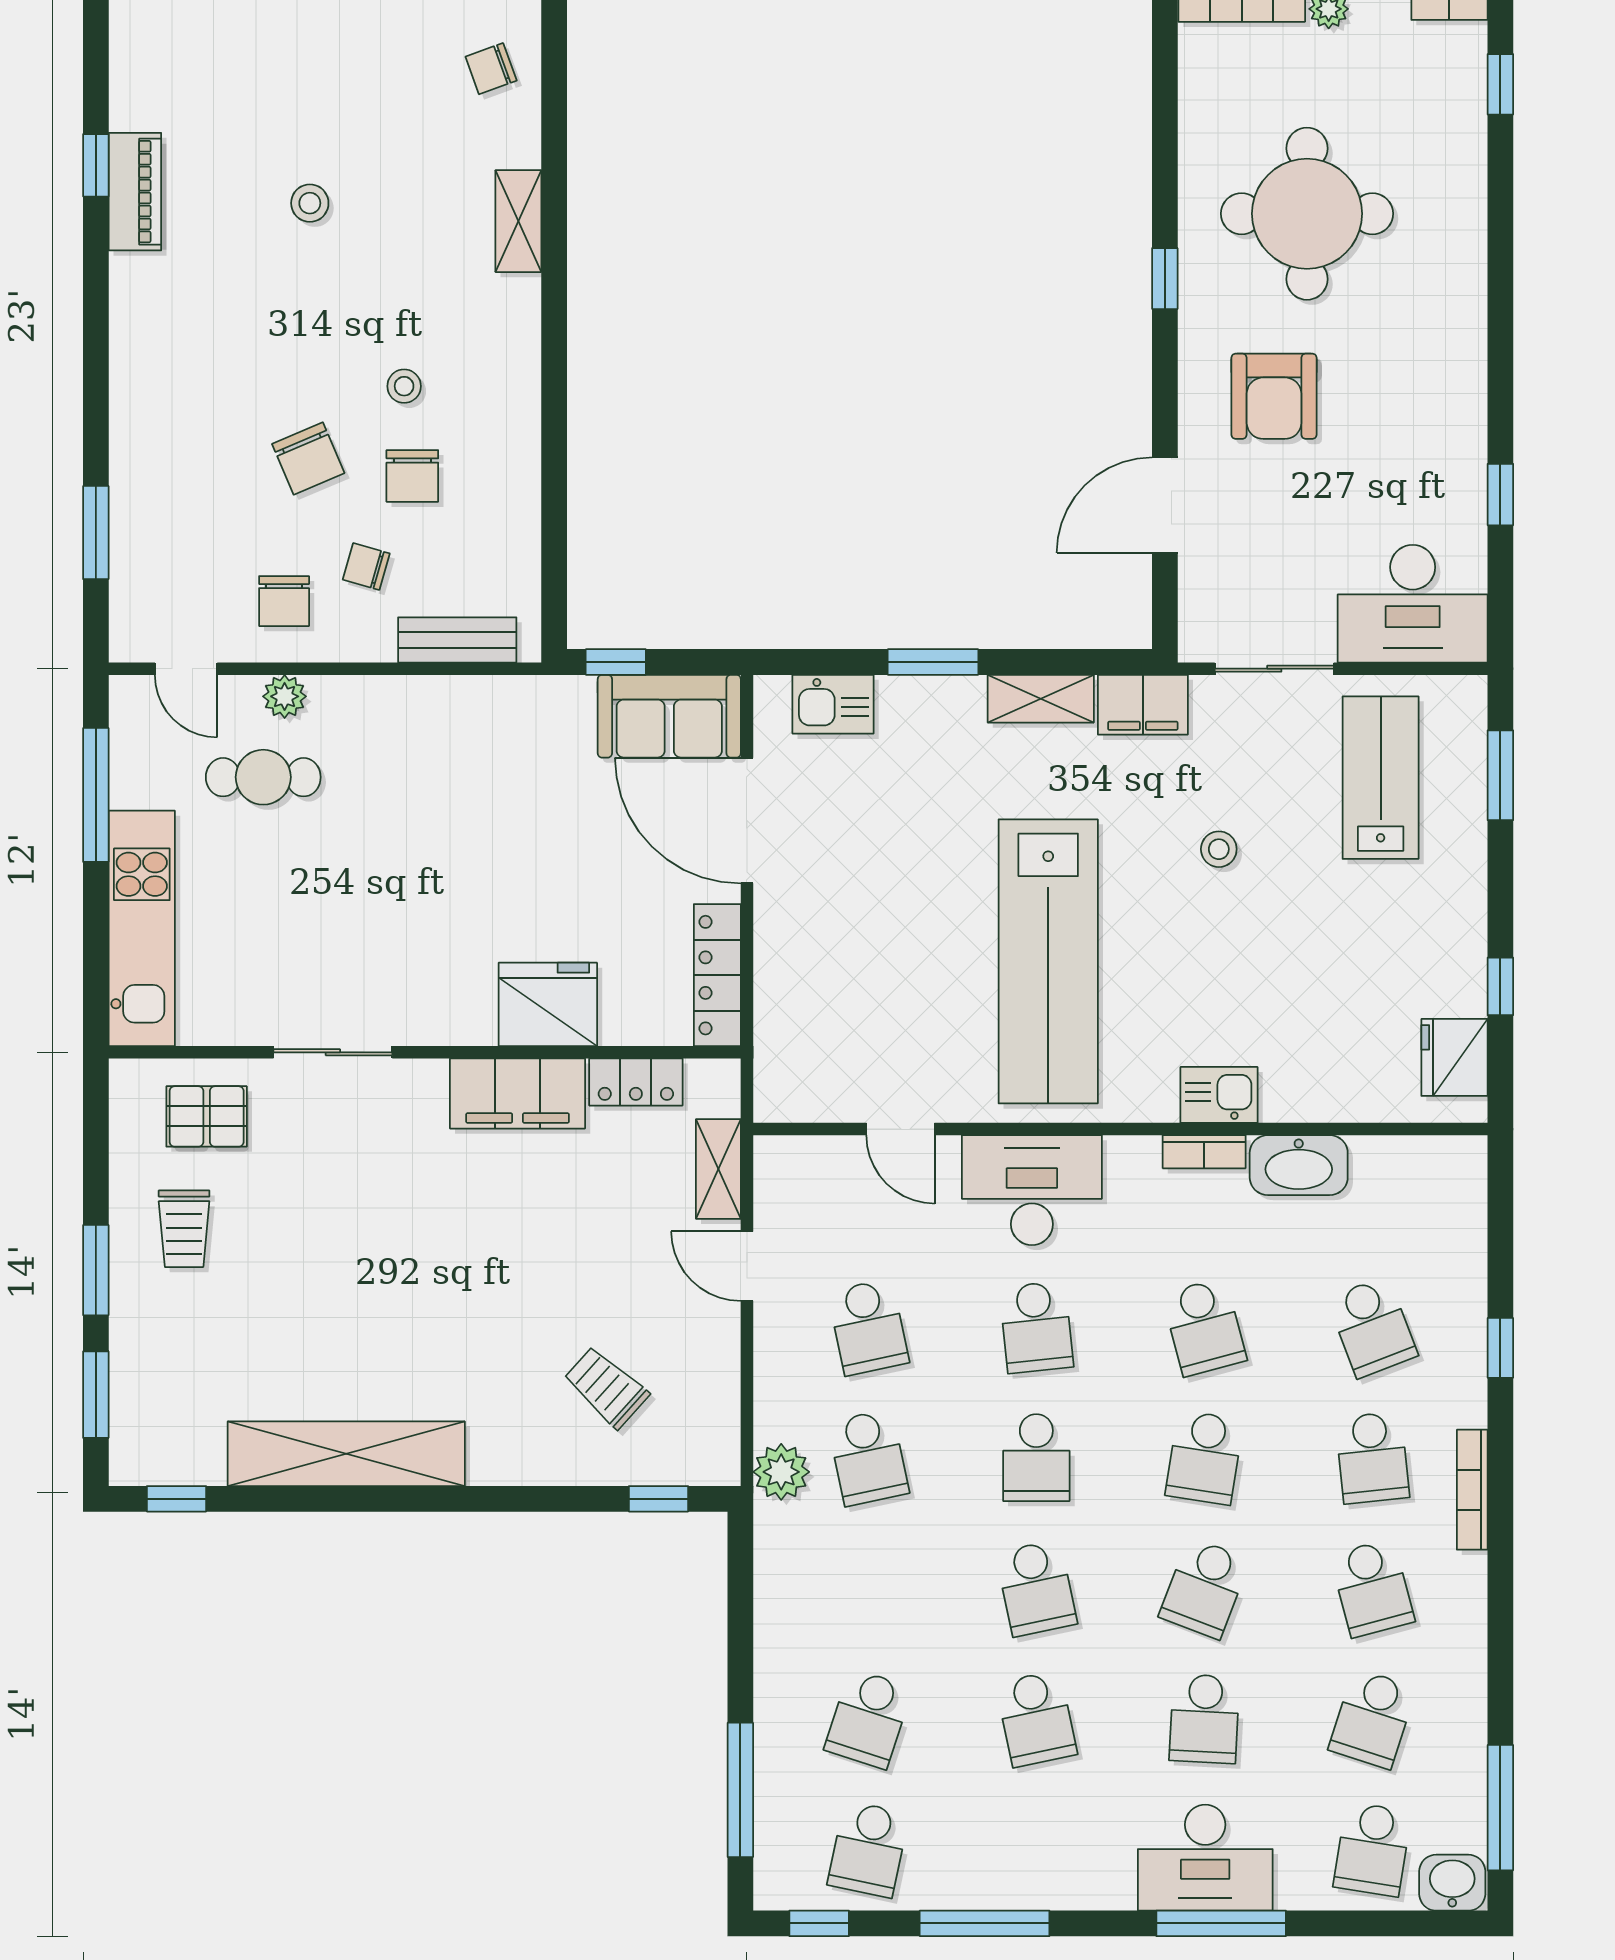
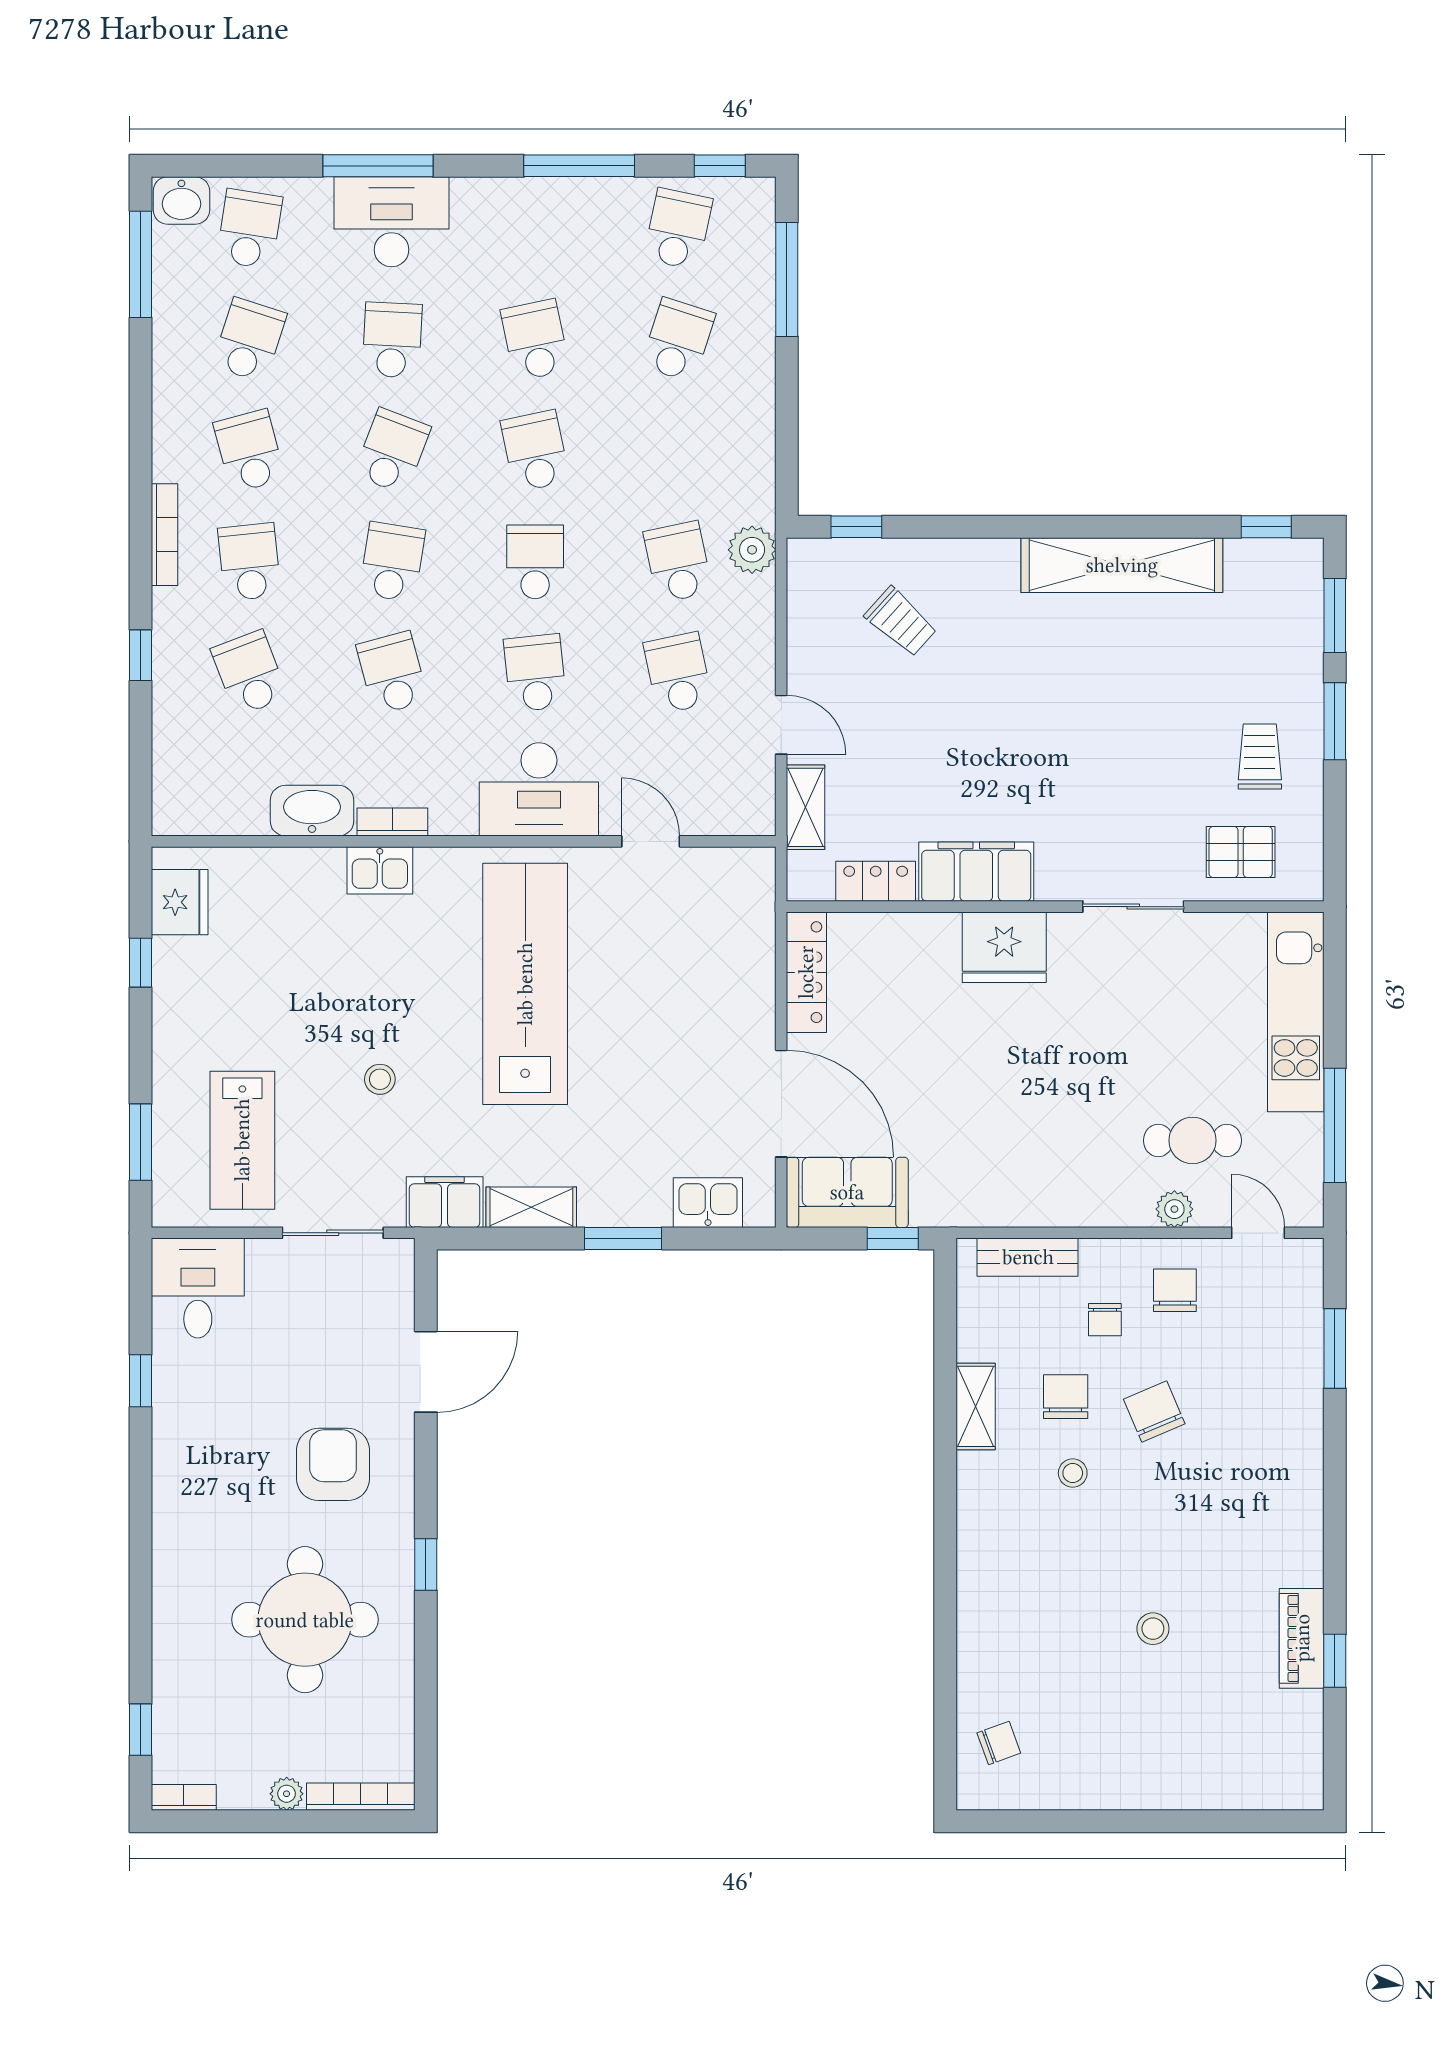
shelving: (518, 221) -> (976, 1406), moved
chair: (366, 567) -> (1105, 1320), turned 74
desk: (1413, 604) -> (198, 1288), width x0.73
fridge: (548, 1004) -> (1004, 947), moved

